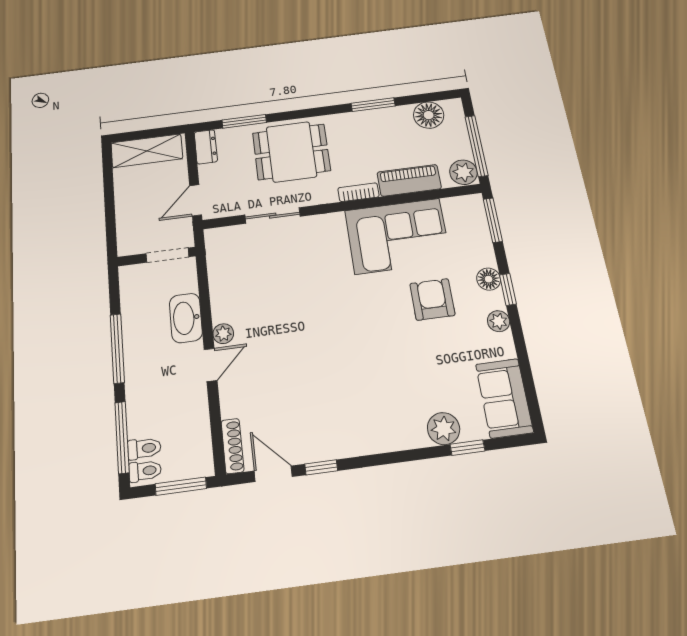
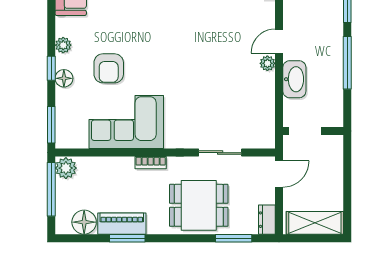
piano: (409, 180) -> (122, 224), moved, turned 180

